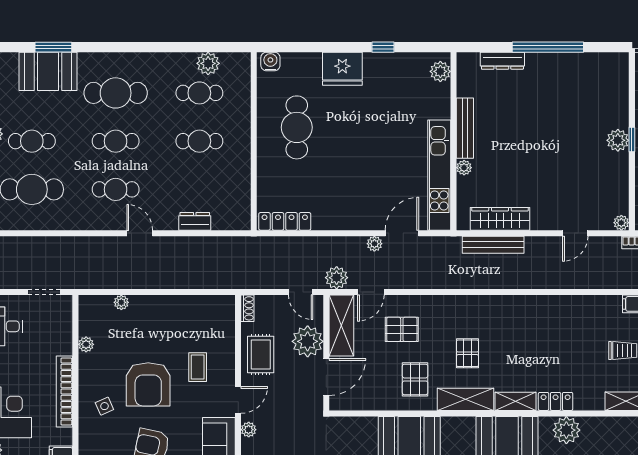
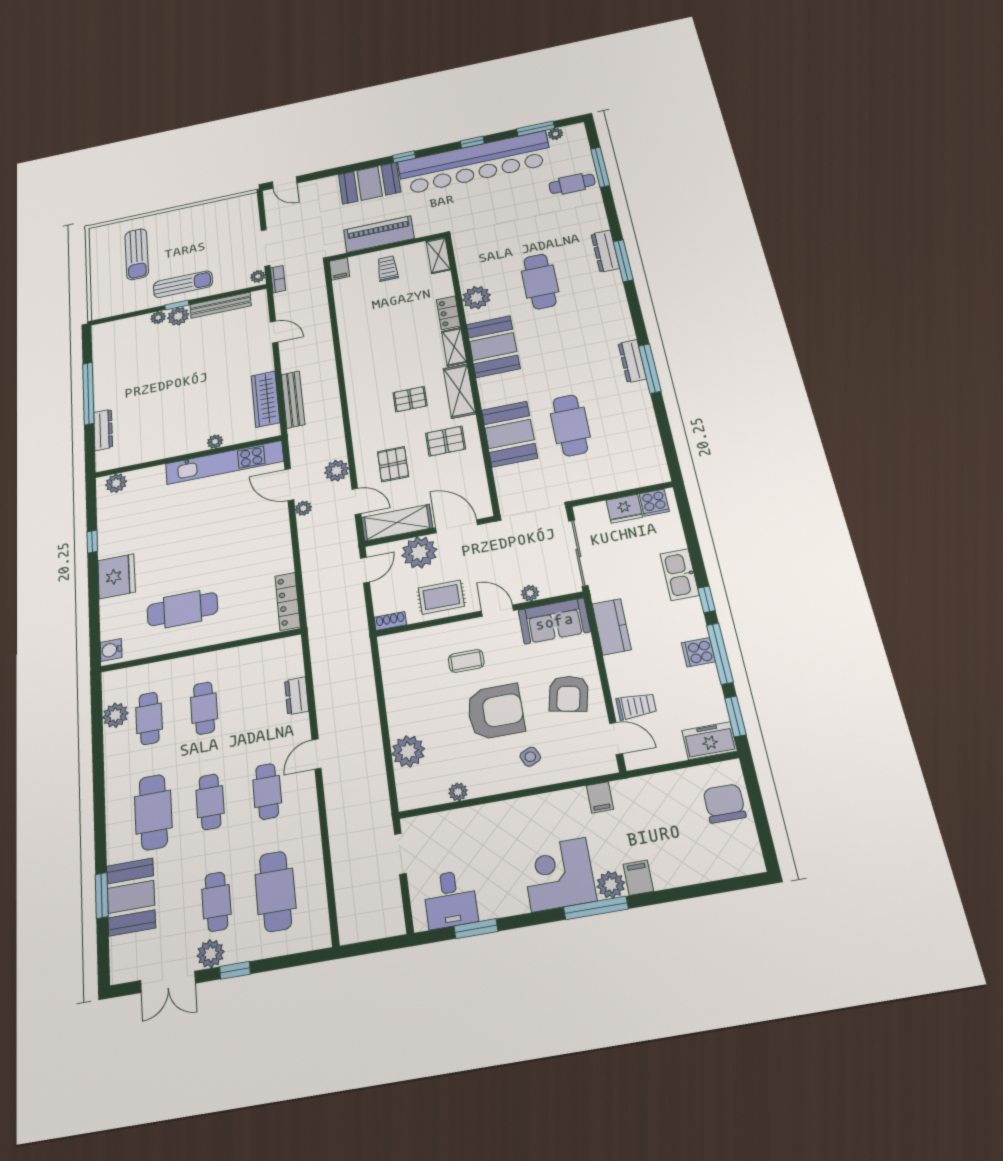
bench: (465, 128) -> (221, 305), moved
plant: (621, 223) -> (158, 318), moved
plant: (337, 278) -> (337, 471), moved
plant: (121, 302) -> (408, 751), width x1.88, depth x1.88
bookcase: (64, 392) -> (520, 807), removed

